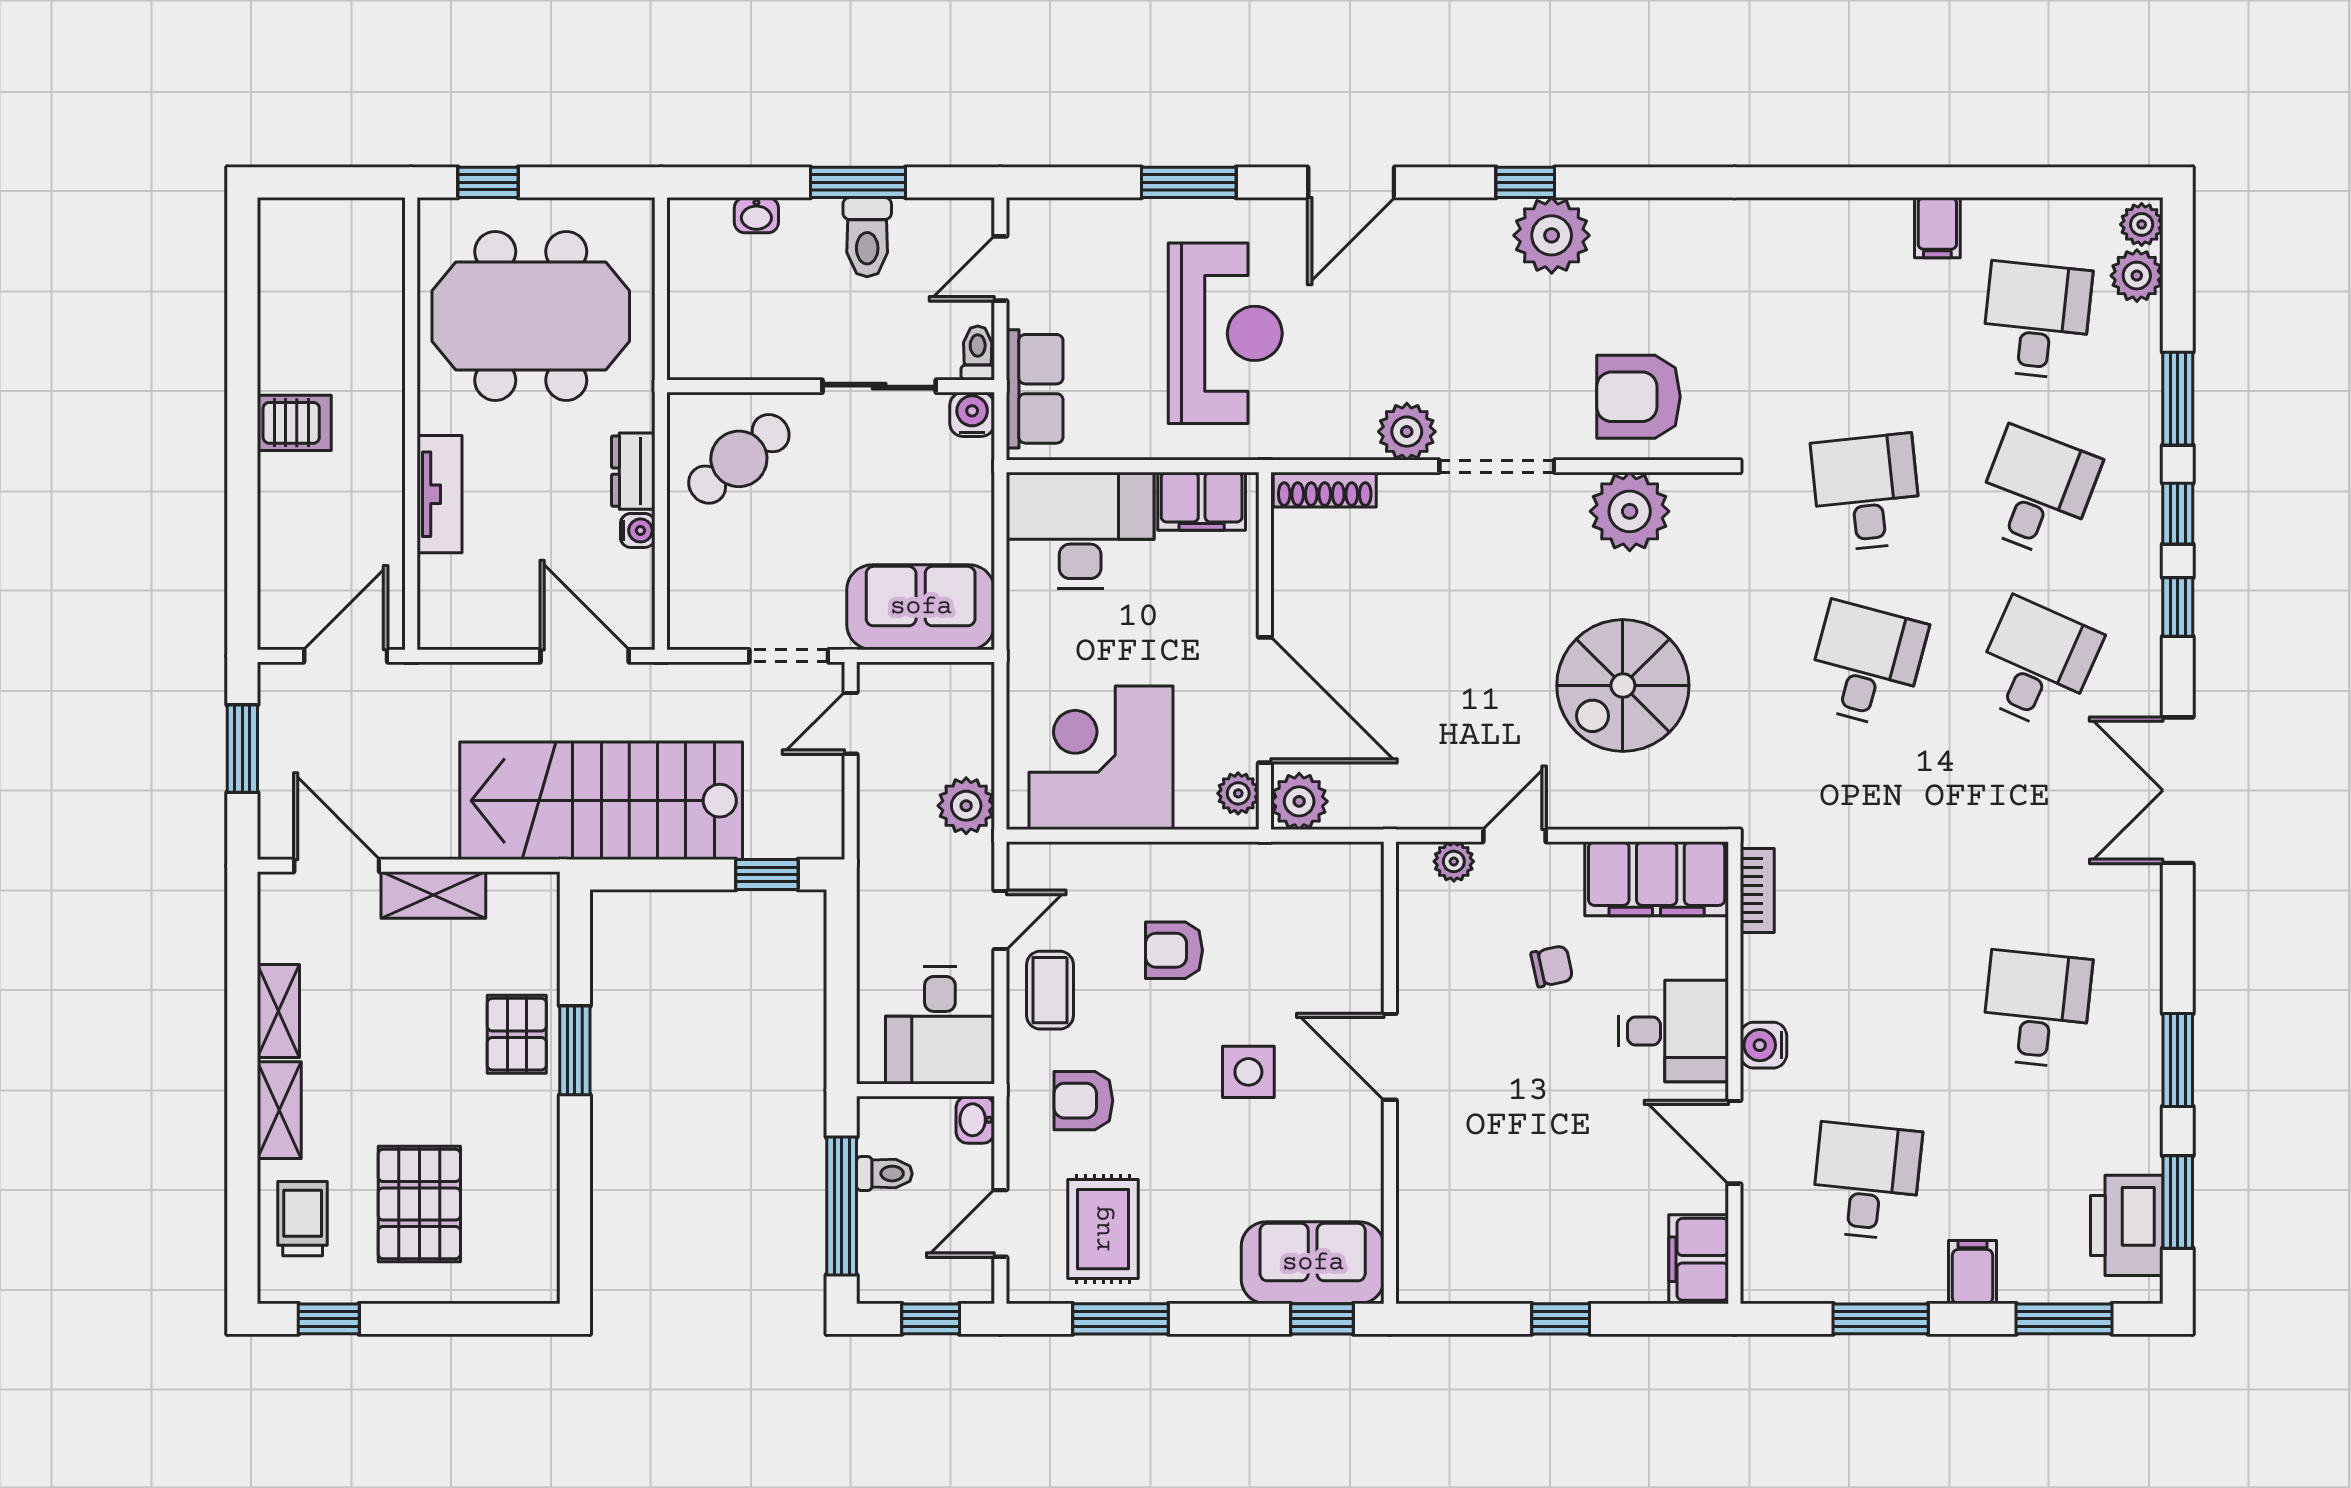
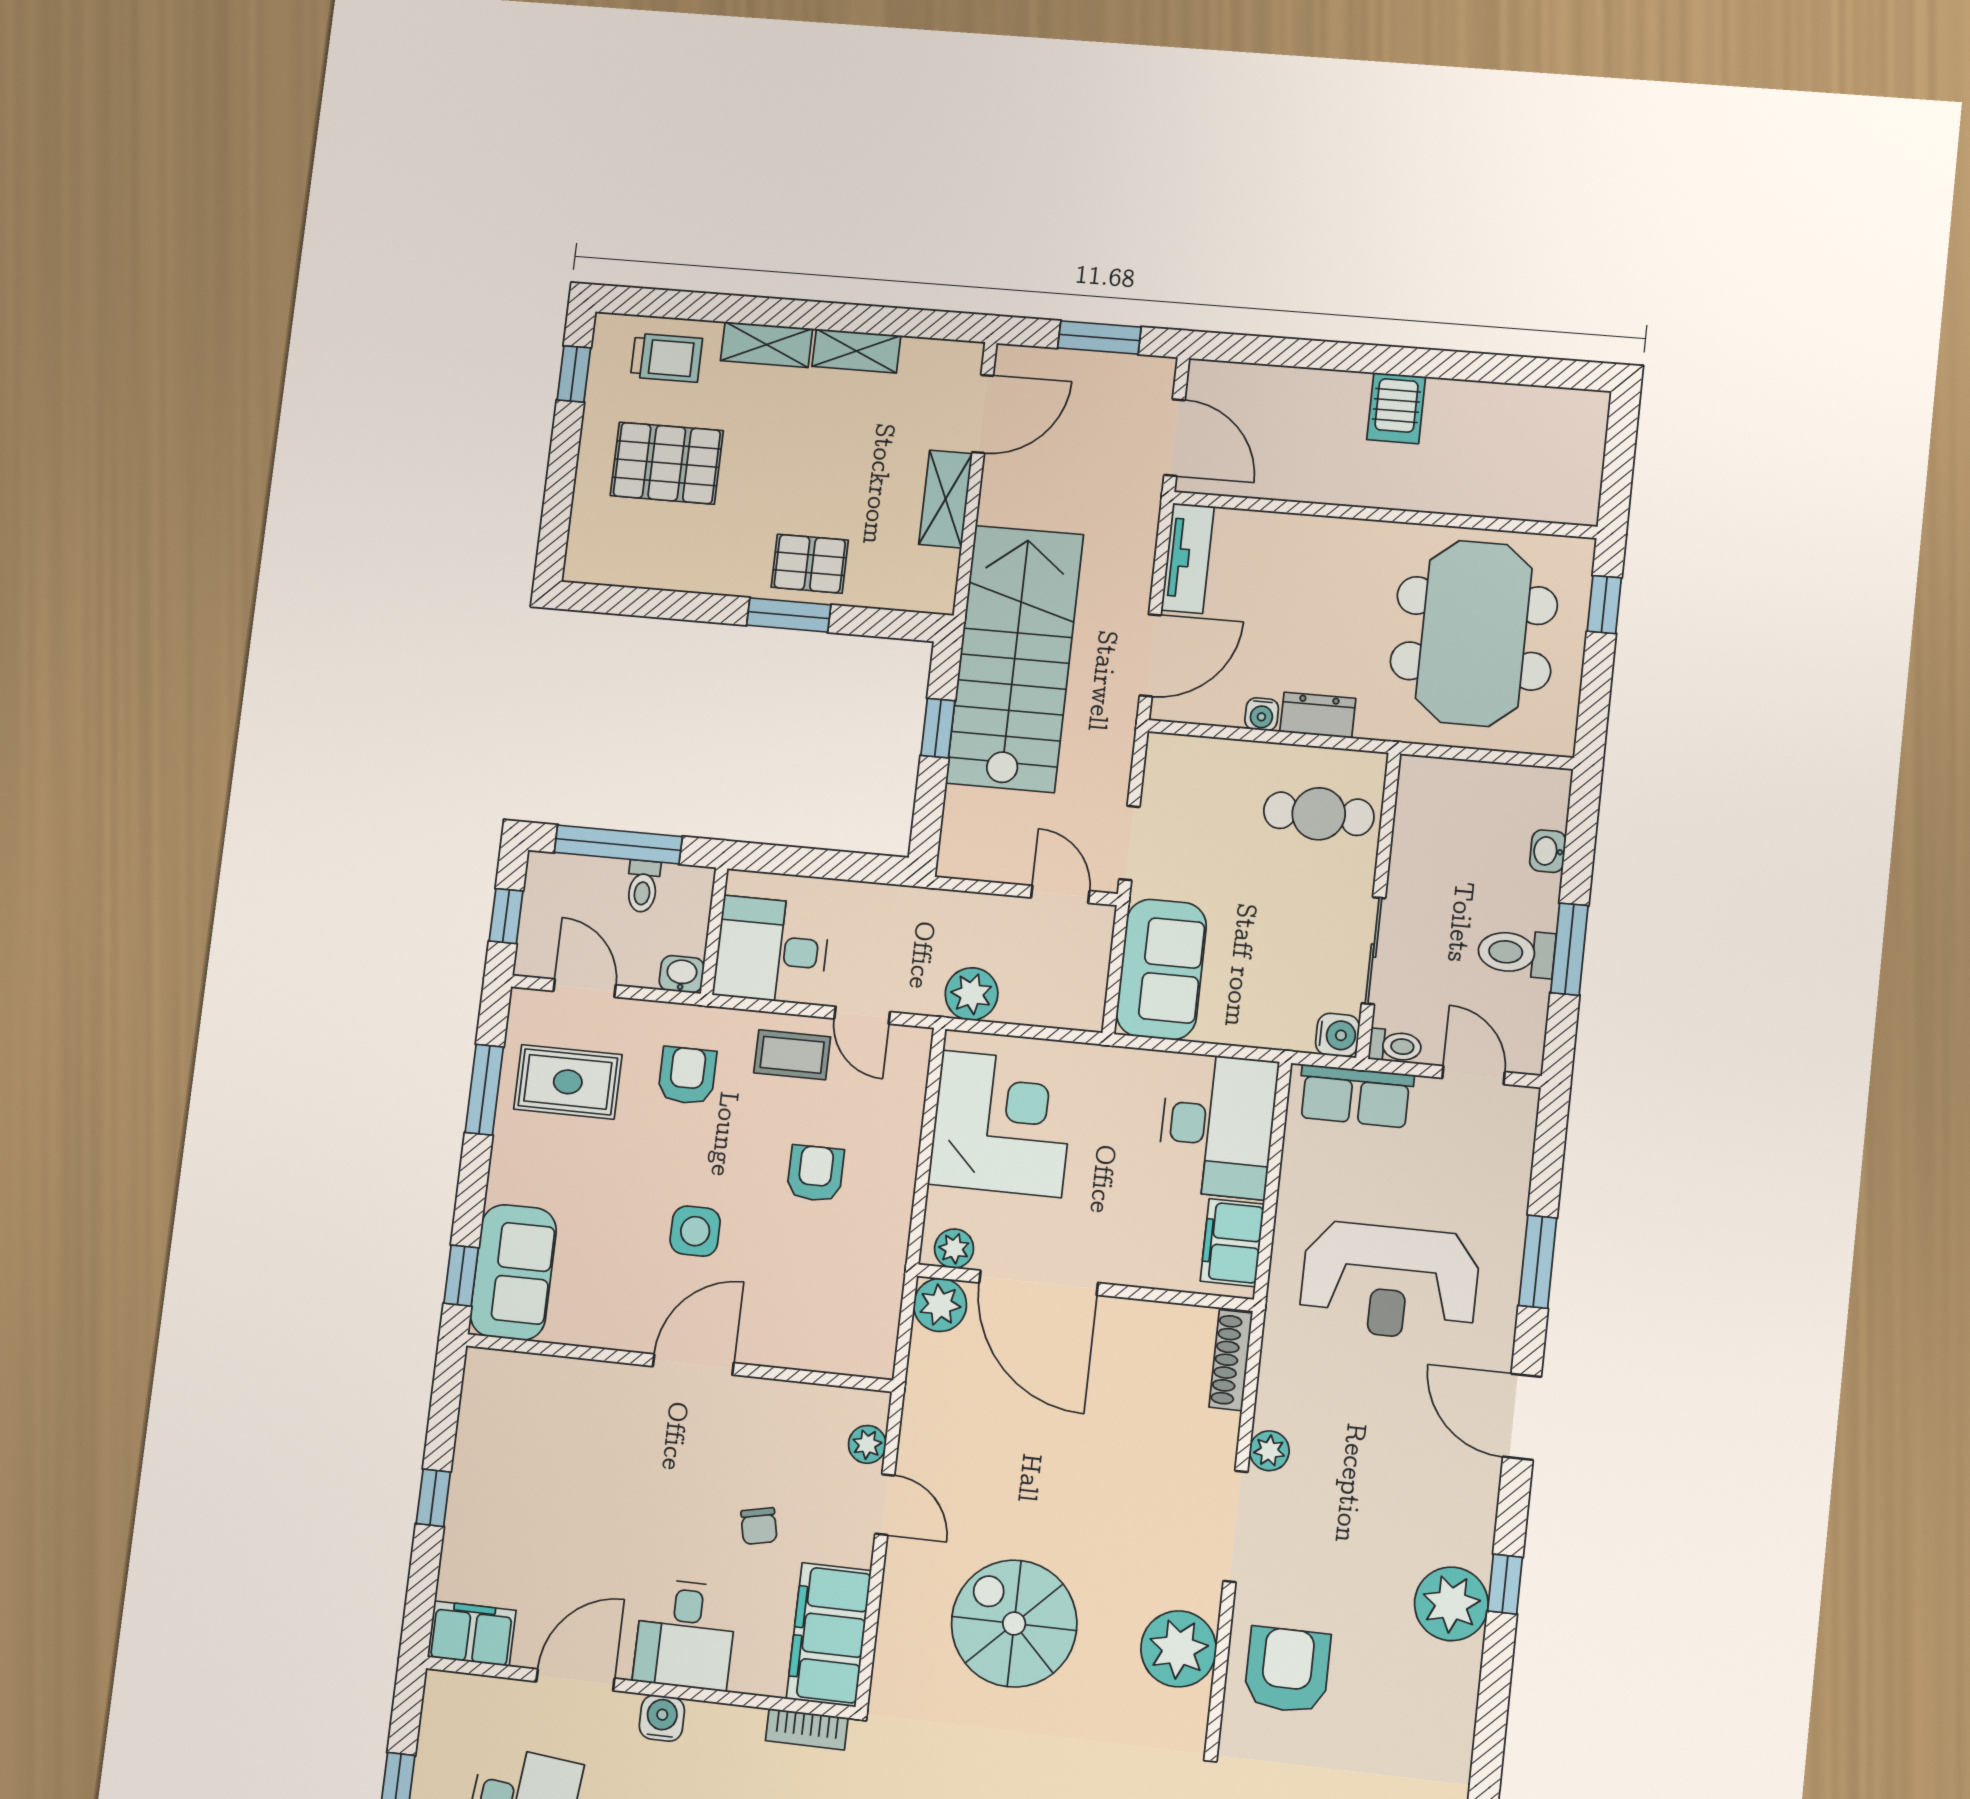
plant: (1407, 432) -> (1269, 1451), width x0.73, depth x0.73
cafe table: (739, 459) -> (1319, 814), turned -51
tv unit: (440, 494) -> (1188, 558), moved, turned -90
door: (1265, 700) -> (1038, 1283), hinge flipped
window: (767, 875) -> (938, 728), moved

